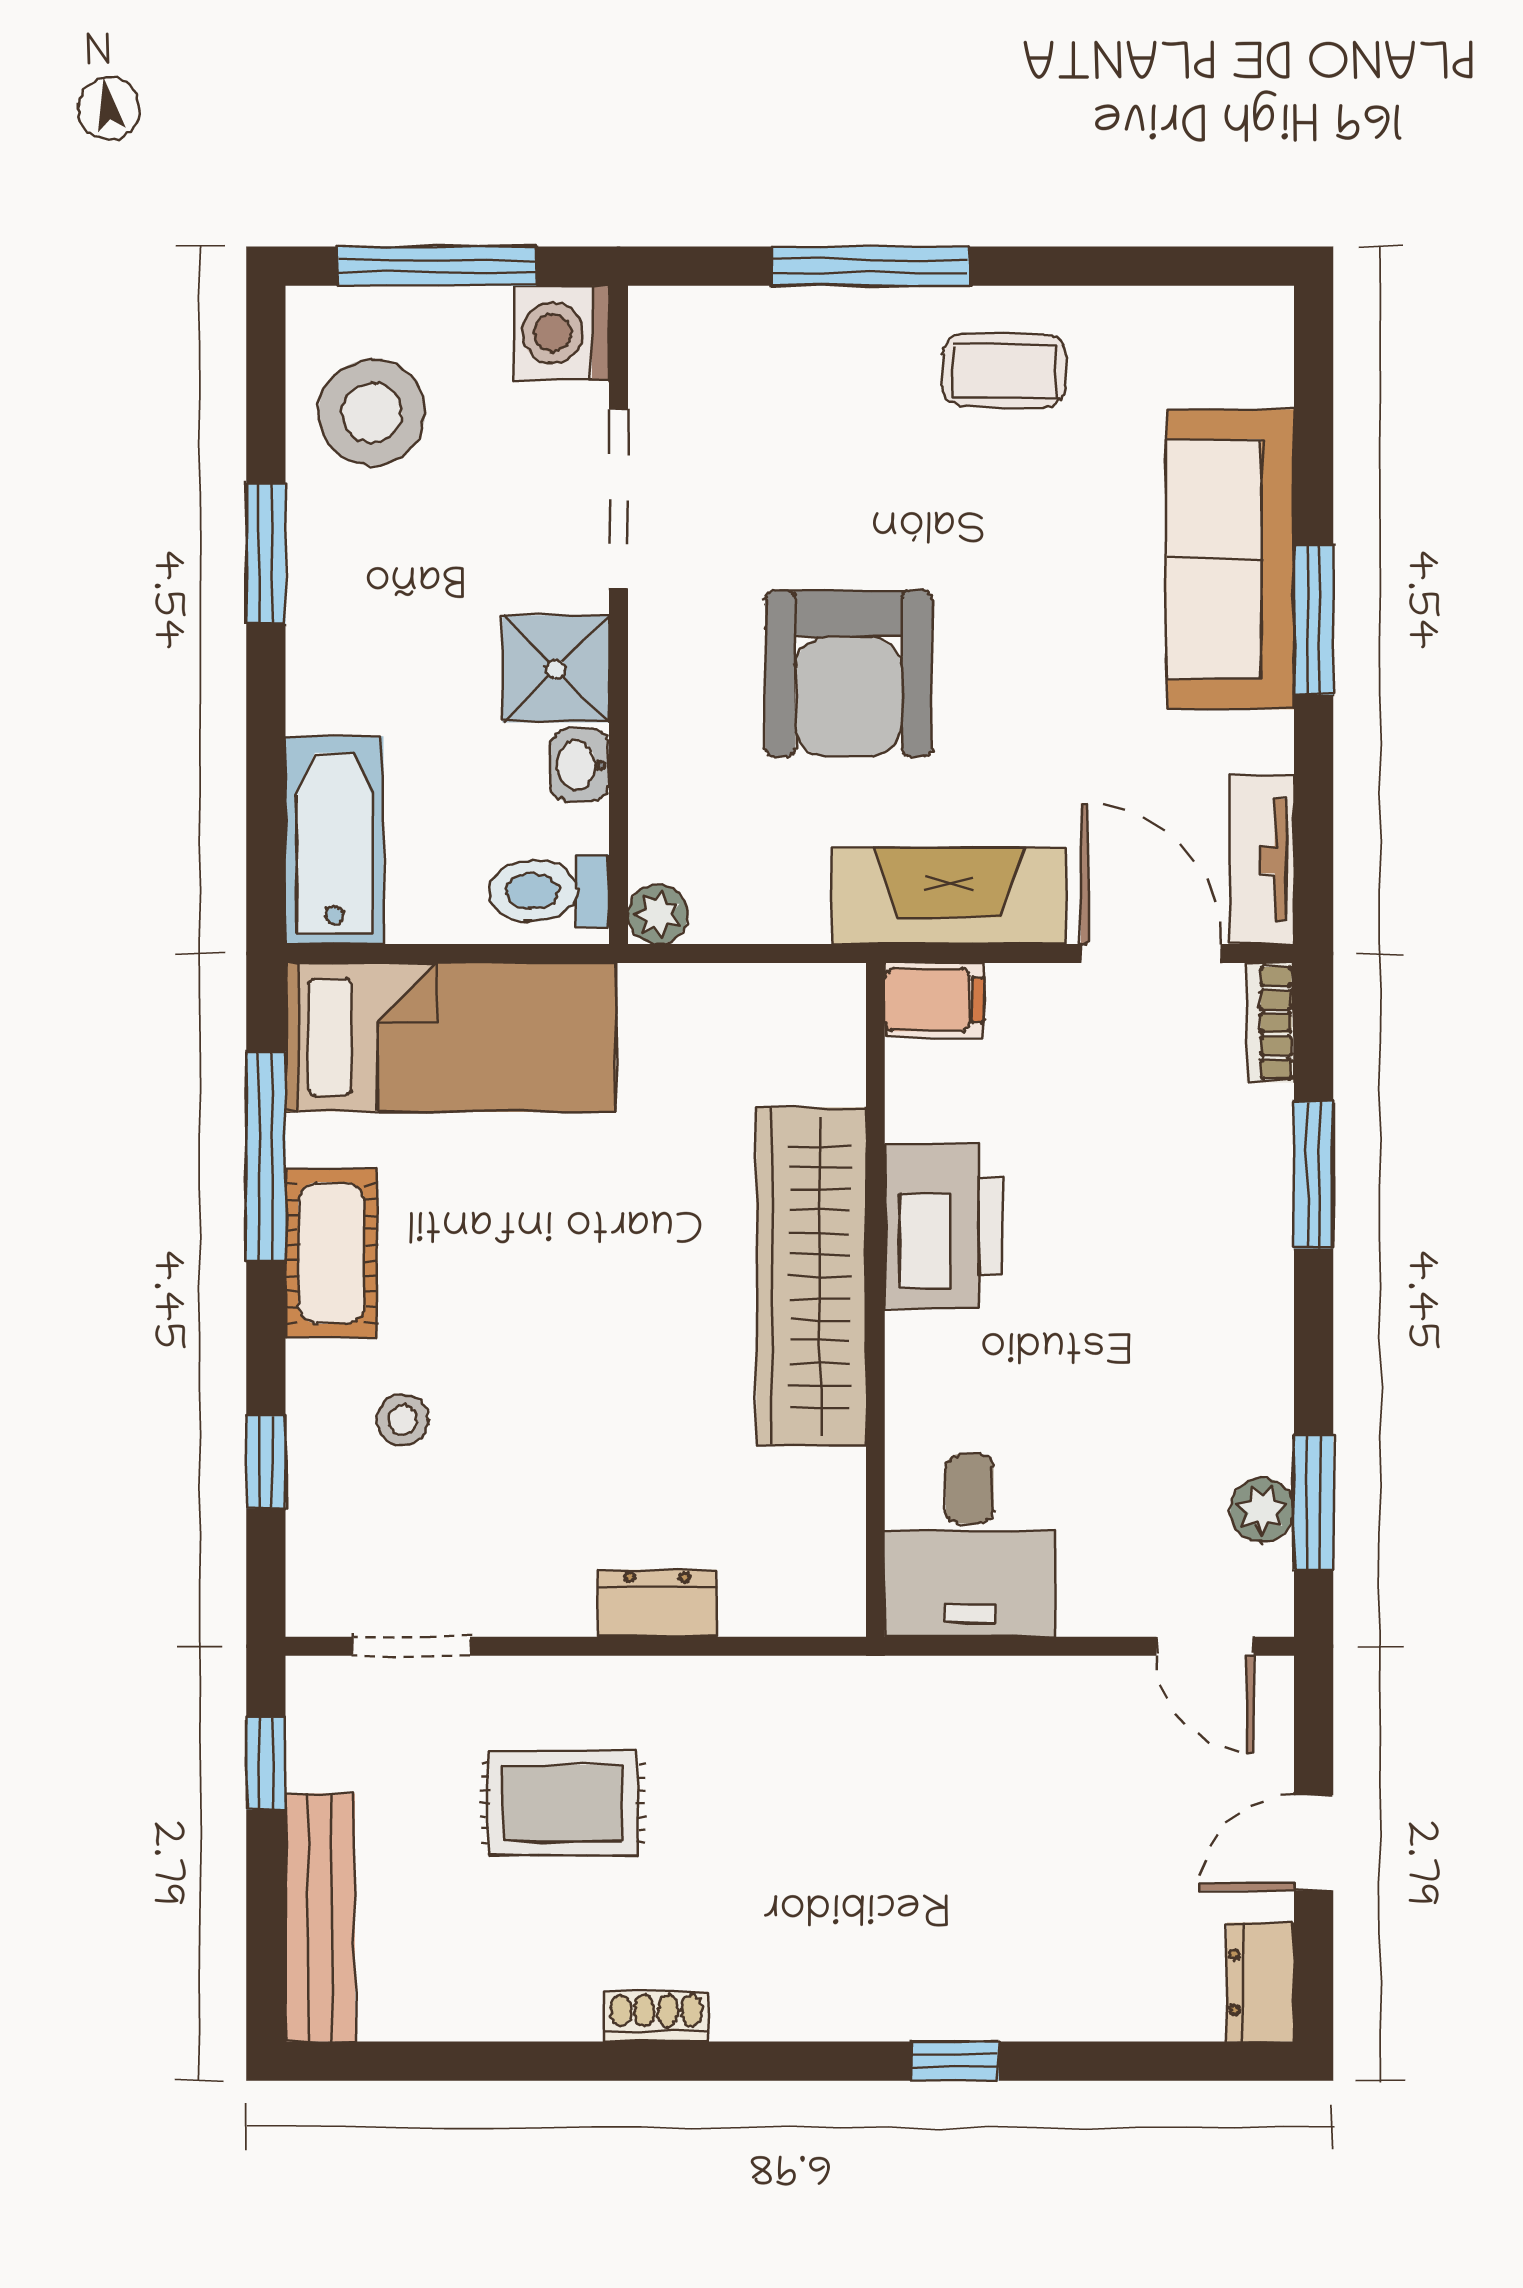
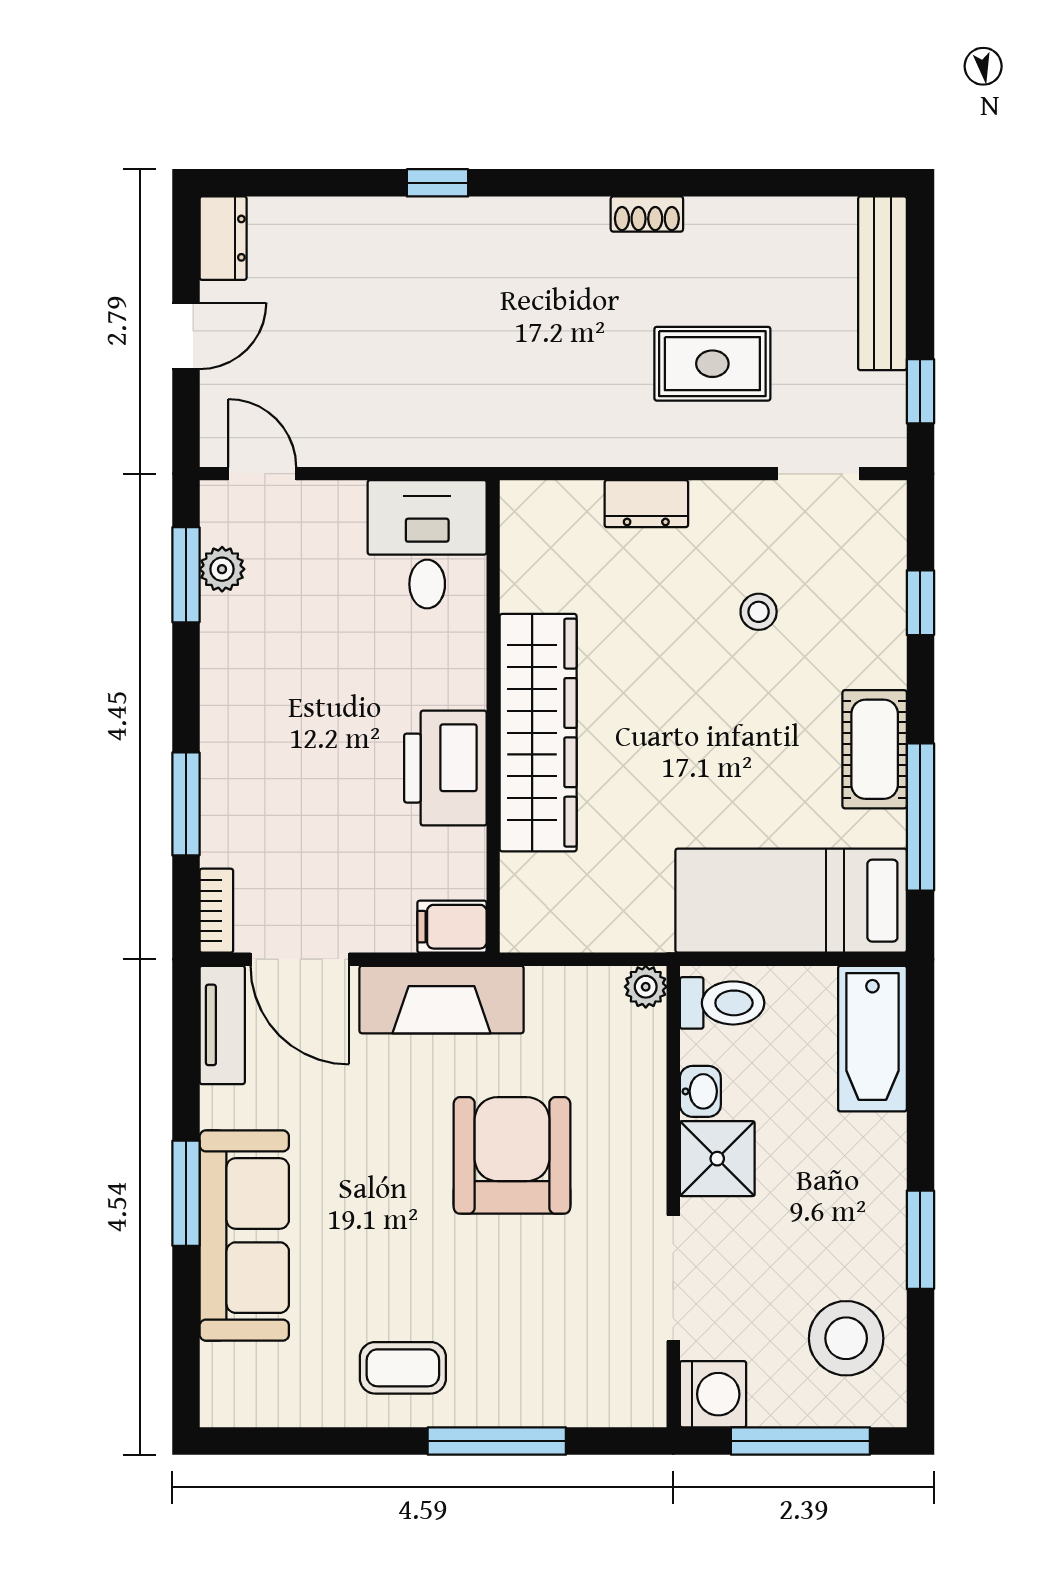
stool: (402, 1420) -> (759, 612), moved

